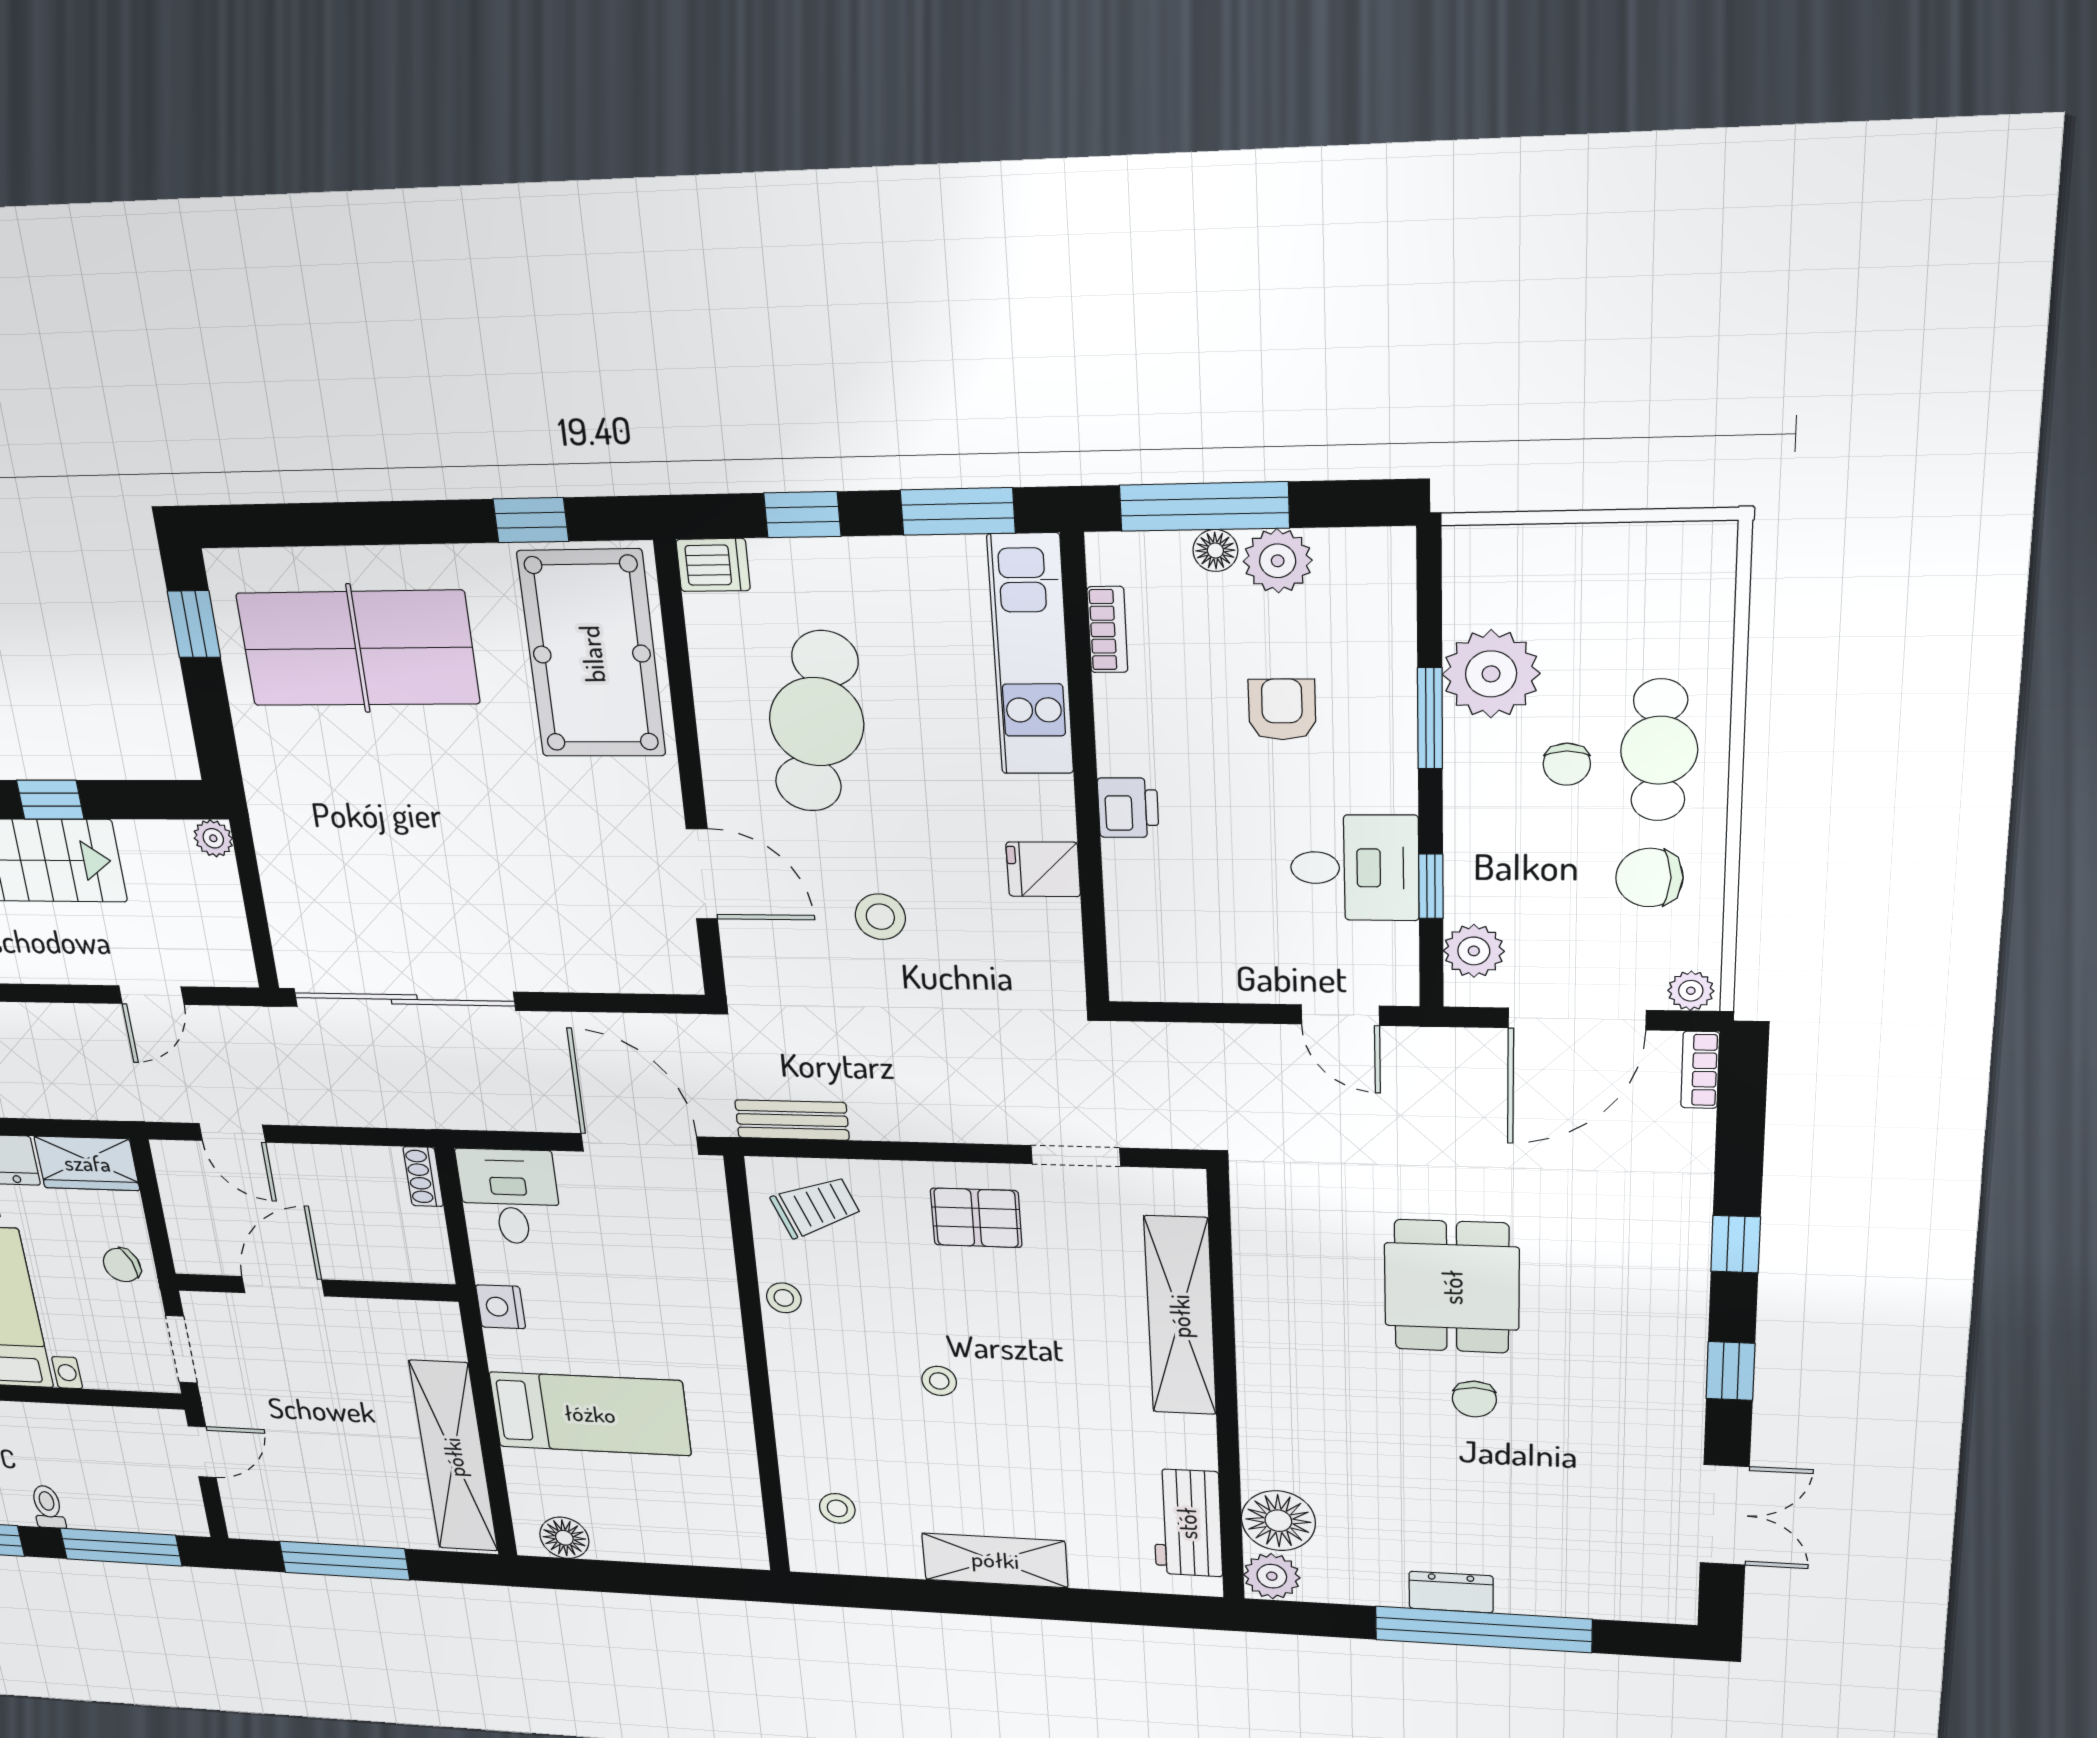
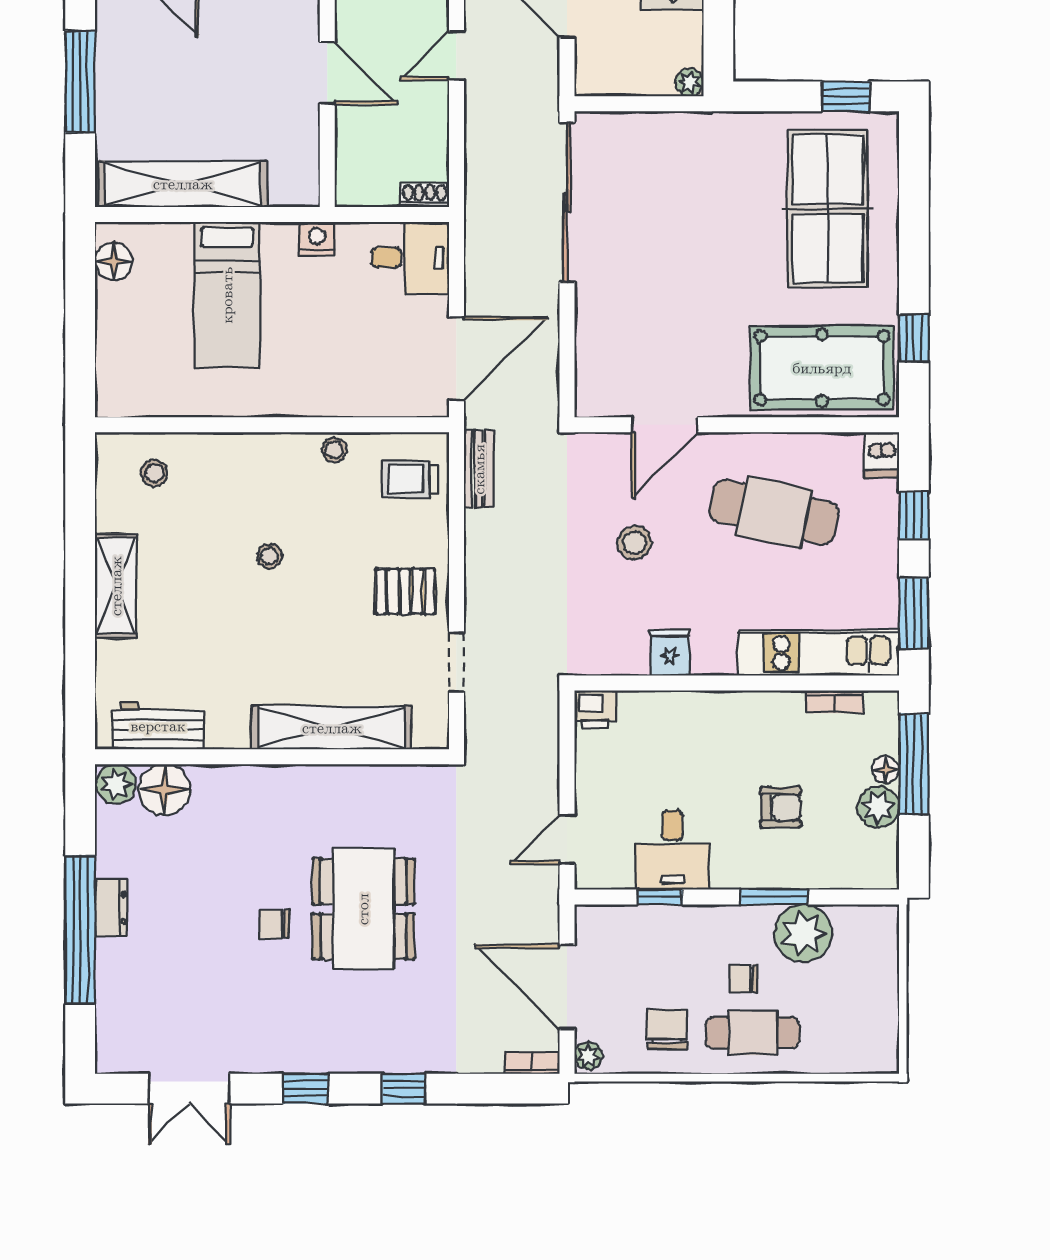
printer: (1128, 808) -> (595, 709), moved
plant: (1474, 951) -> (615, 923), removed
trolley: (816, 1207) -> (410, 479), turned 112
pallet: (976, 1218) -> (405, 591), turned 90
dining table: (1452, 1287) -> (363, 909), width x1.37

